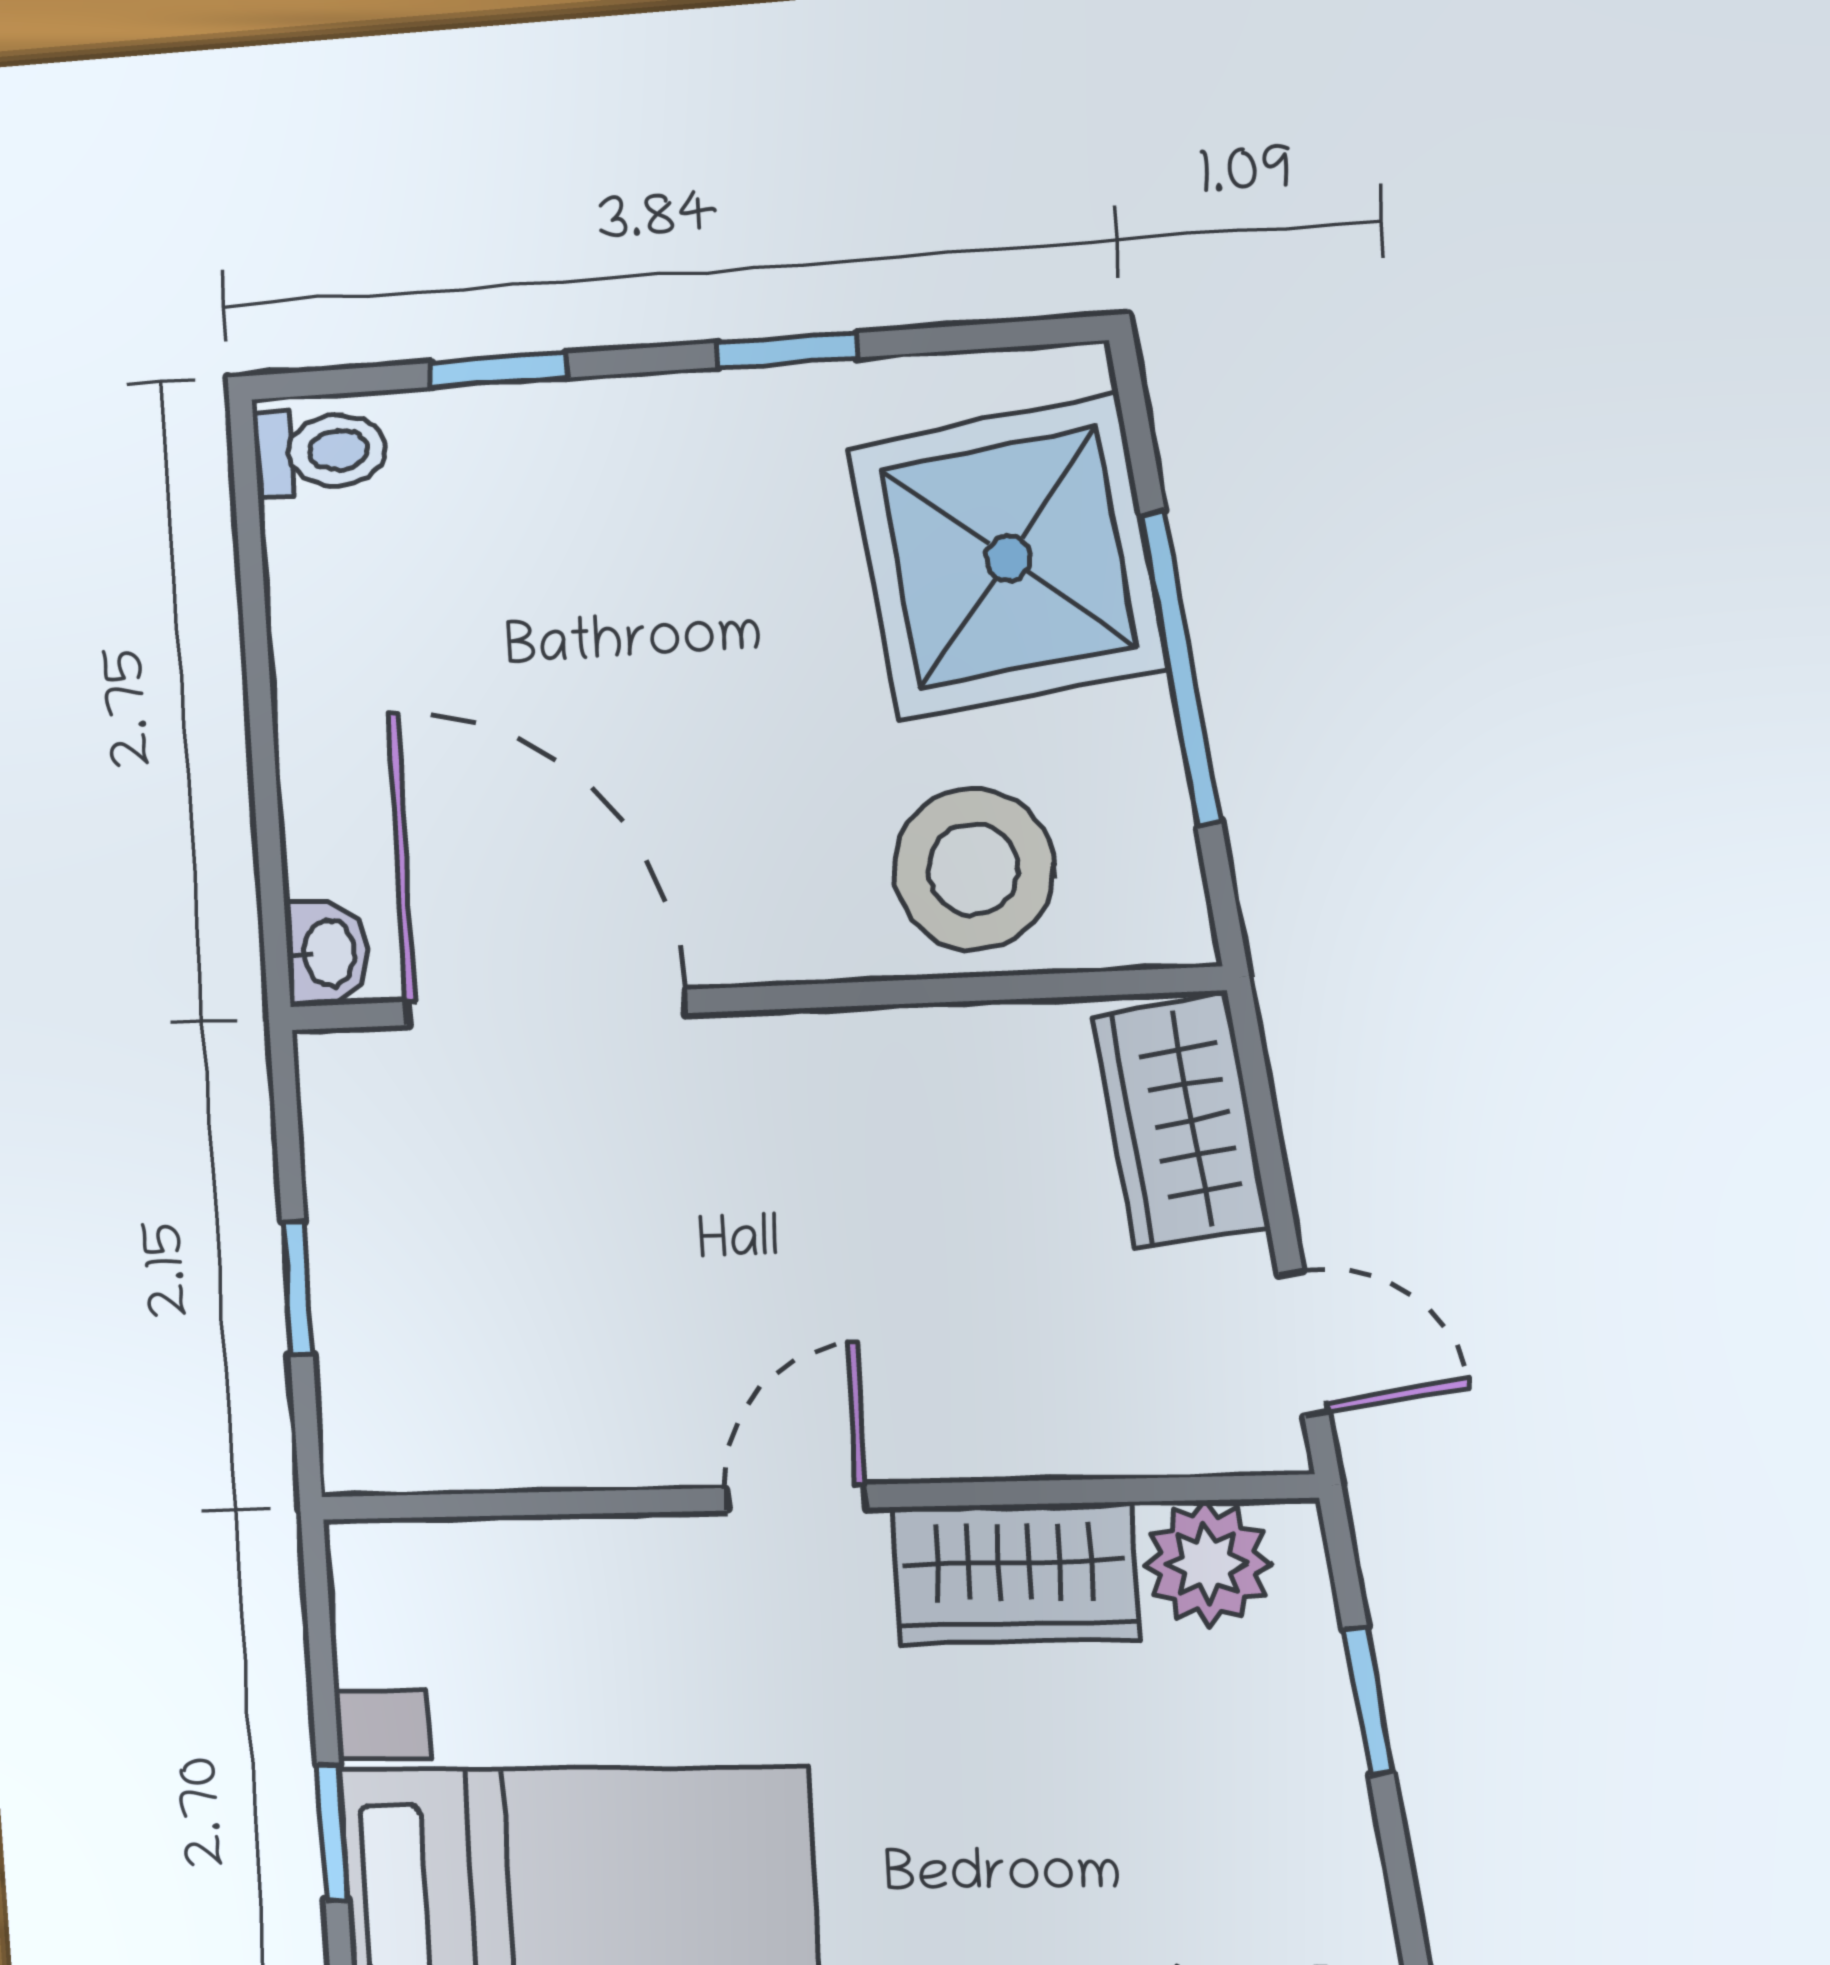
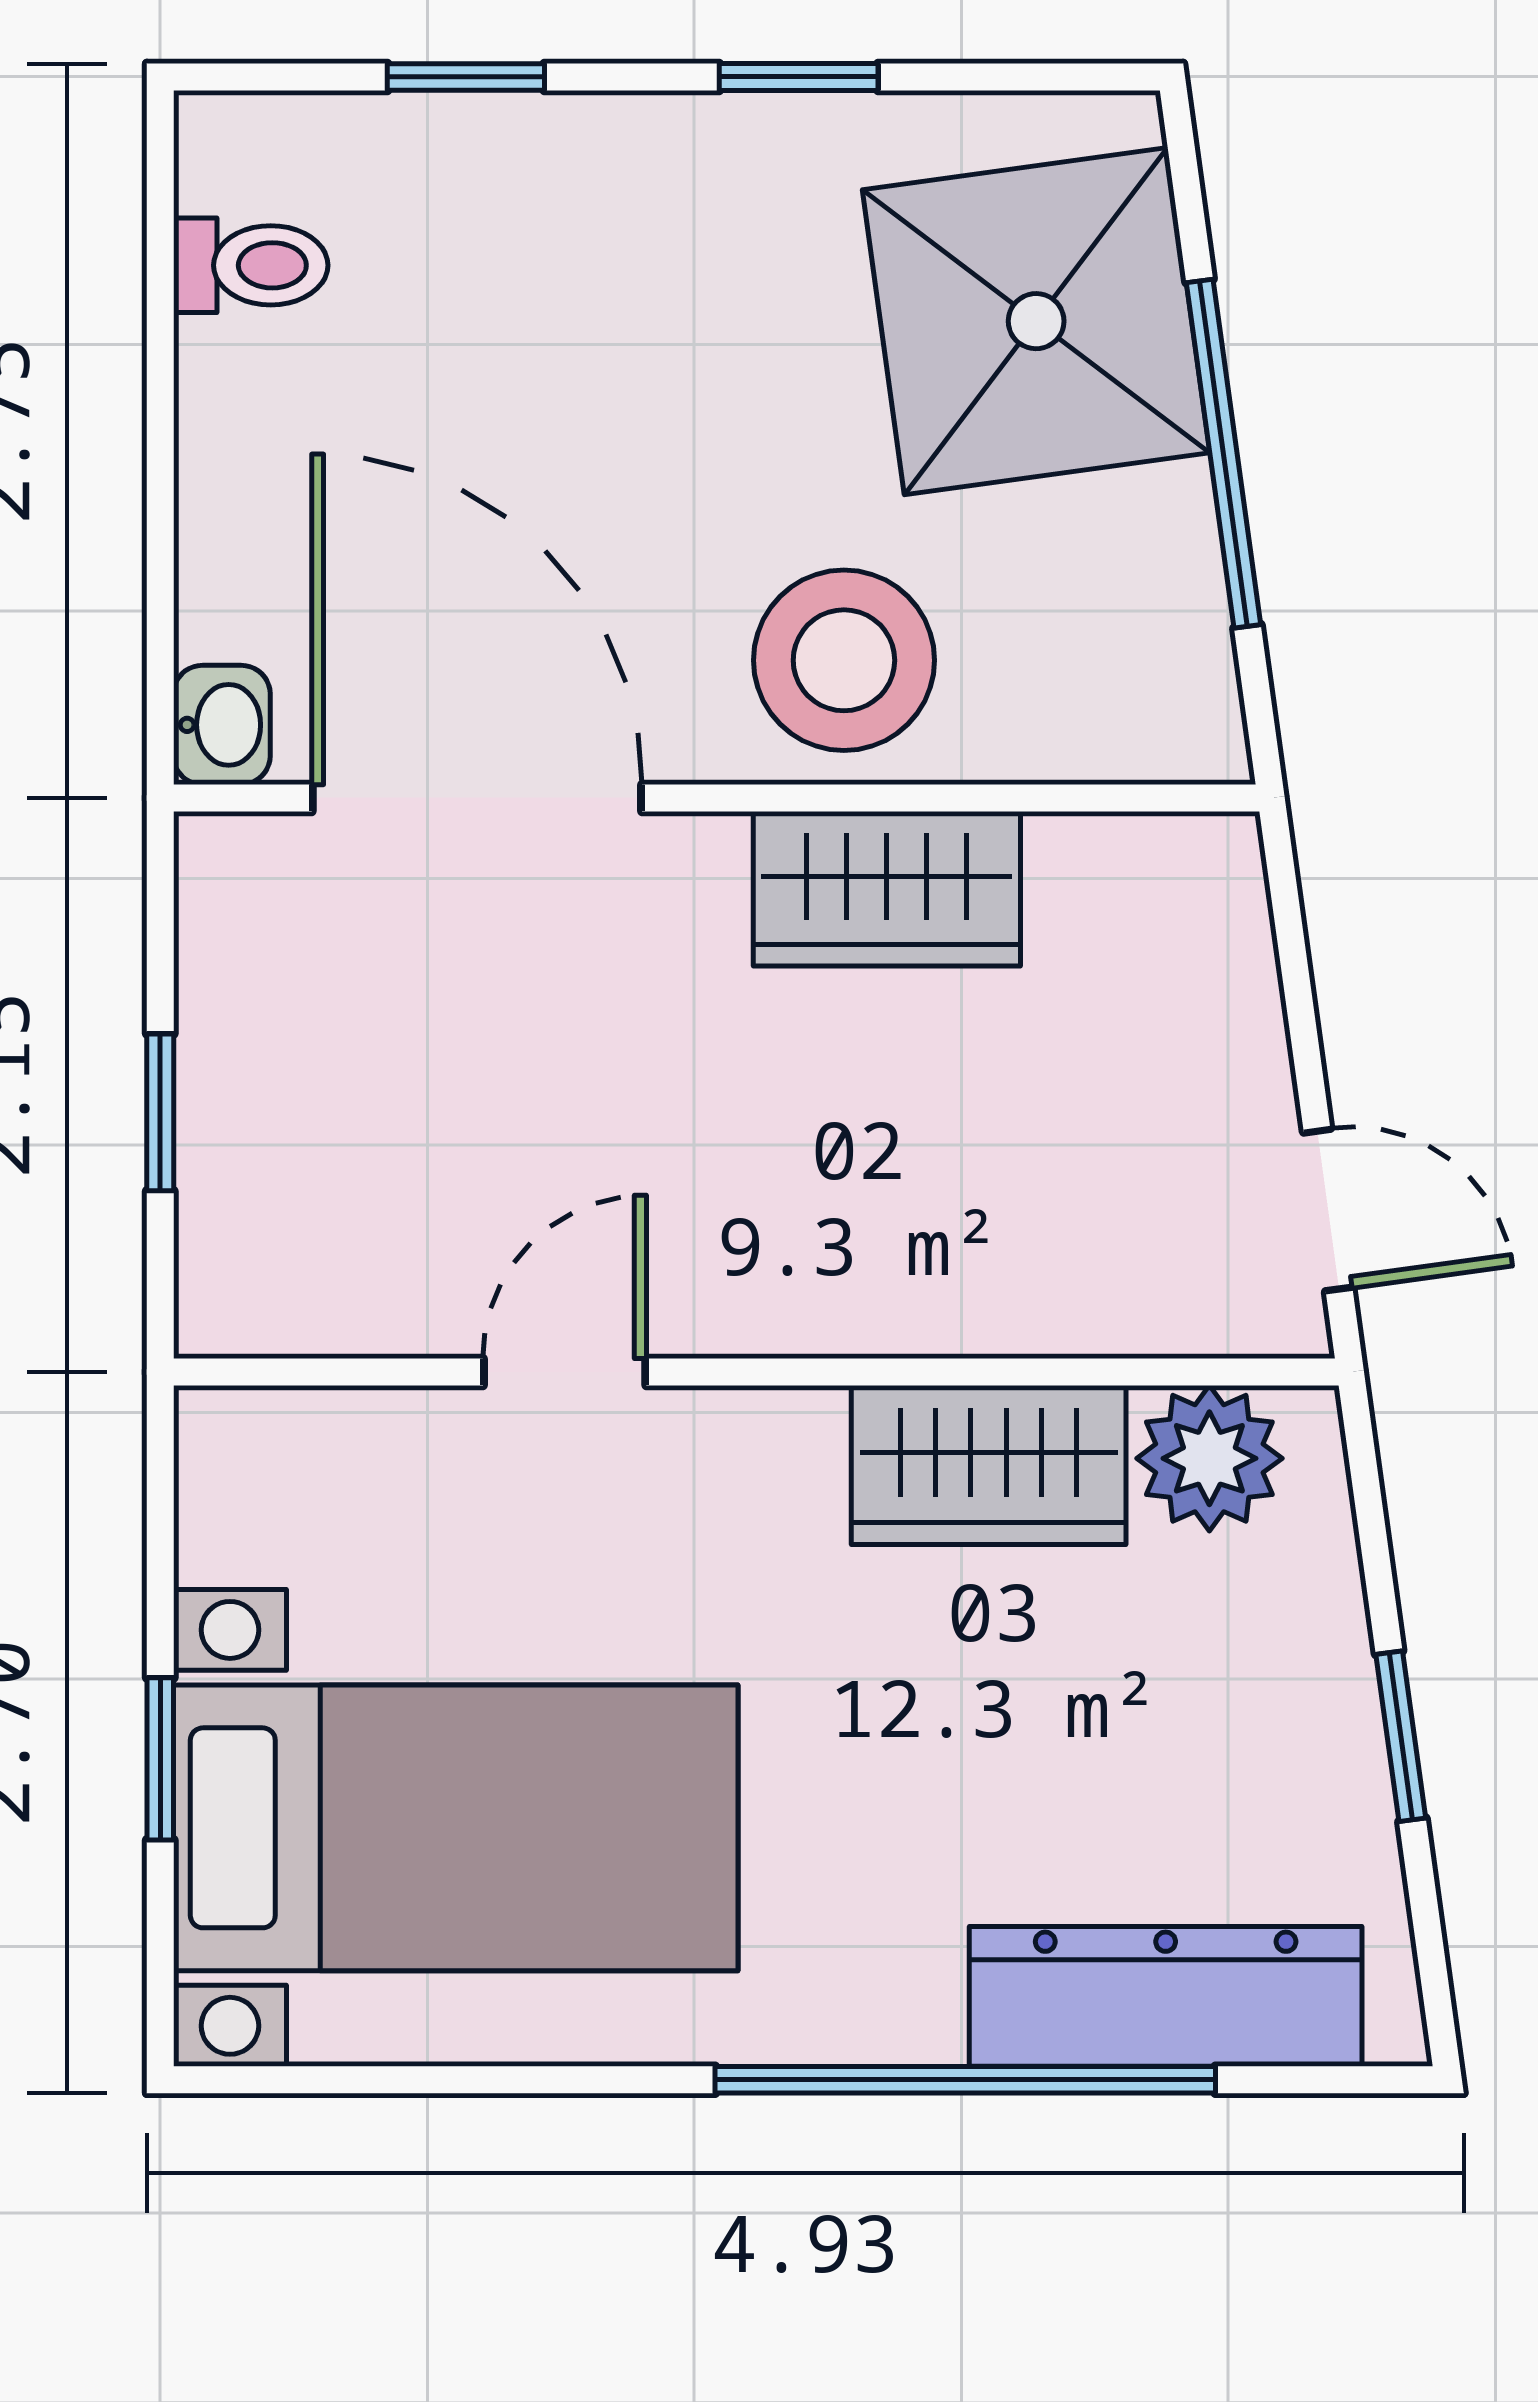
toilet: (320, 451) -> (251, 265), moved
stool: (974, 869) -> (844, 660), moved
wardrobe: (1181, 1121) -> (887, 889), moved, turned -82
door: (796, 1498) -> (565, 1372), moved
window: (1368, 1701) -> (1401, 1736), moved

